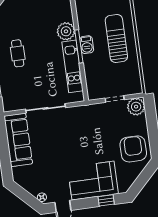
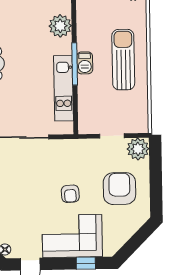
plant: (66, 31) -> (60, 26), moved
armchair: (88, 148) -> (70, 194), added
armchair: (133, 149) -> (119, 189), moved

